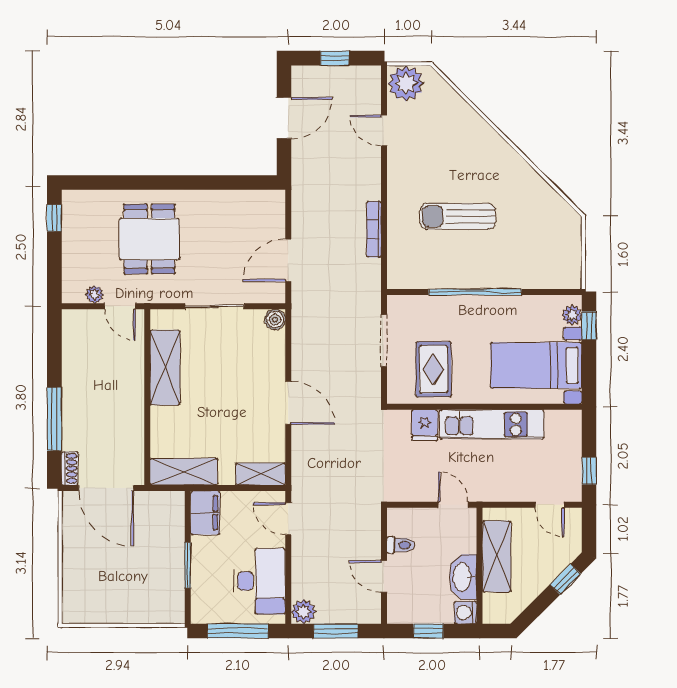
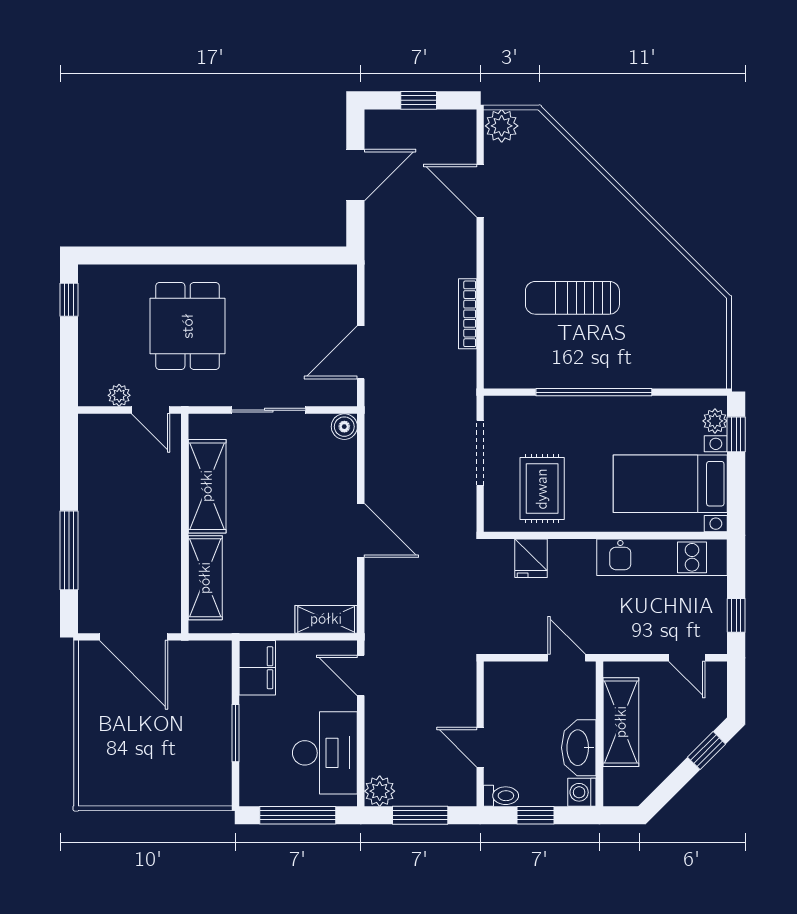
plant: (406, 83) -> (502, 126), width x0.73, depth x0.73
door: (384, 131) -> (480, 191), width x1.38
kitchen unit: (492, 424) -> (662, 557), moved
shoe rack: (70, 468) -> (88, 612), removed
shelving: (184, 472) -> (205, 578), moved, turned 90
toilet: (401, 545) -> (501, 796), moved

